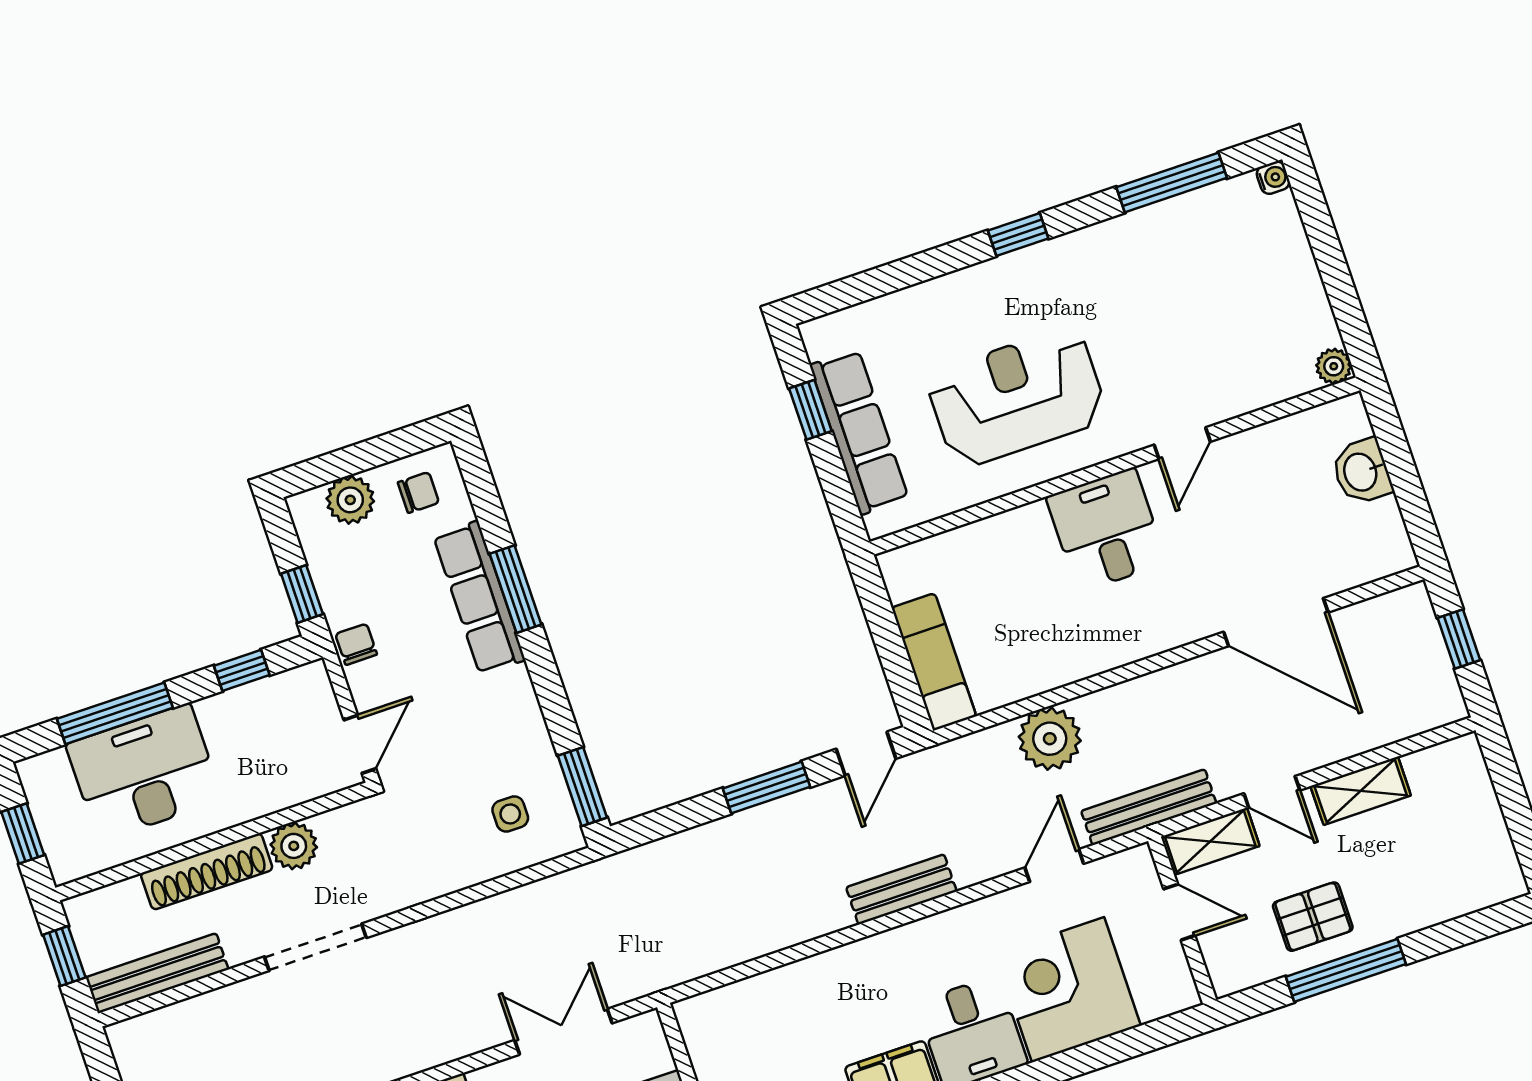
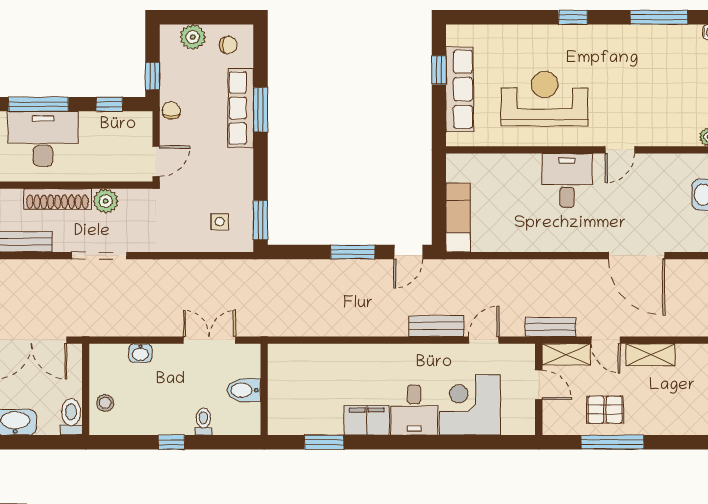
plant: (1050, 739) -> (503, 276), removed
bench: (1149, 807) -> (550, 327), width x0.73
bench: (901, 889) -> (436, 326), moved

